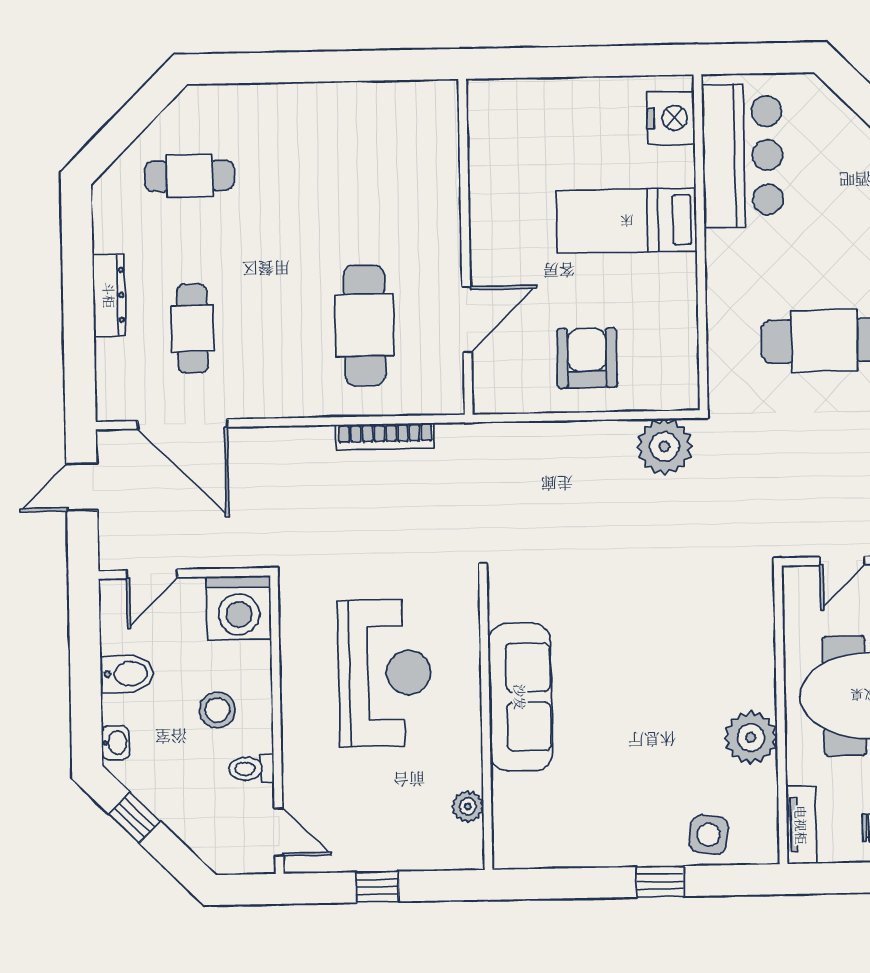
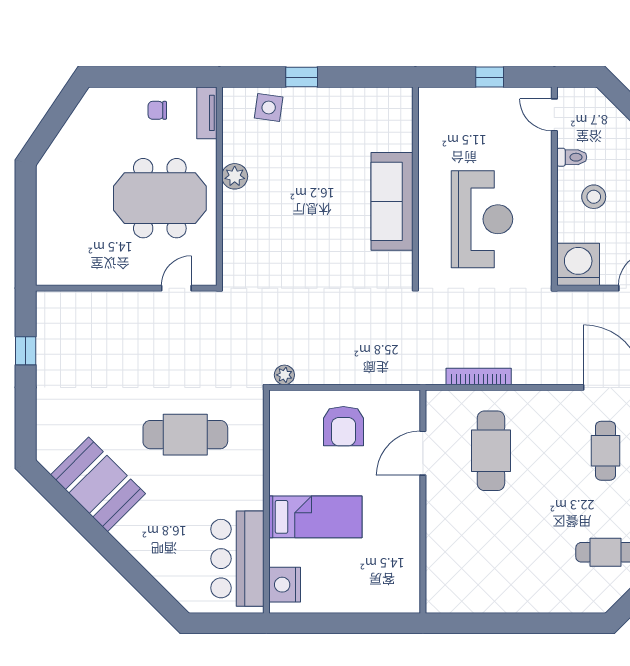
plant: (664, 447) -> (284, 375), width x0.53, depth x0.53
reception desk: (385, 673) -> (482, 219), turned 180
plant: (751, 738) -> (235, 176), width x0.73, depth x0.73
plant: (468, 806) -> (428, 129), removed

